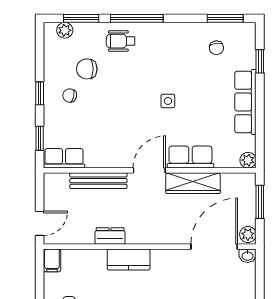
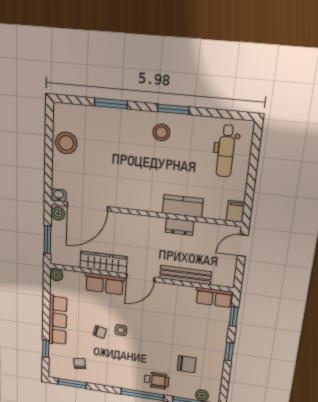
chair: (70, 96) -> (100, 332), moved
kitchen counter: (129, 260) -> (183, 206), moved

